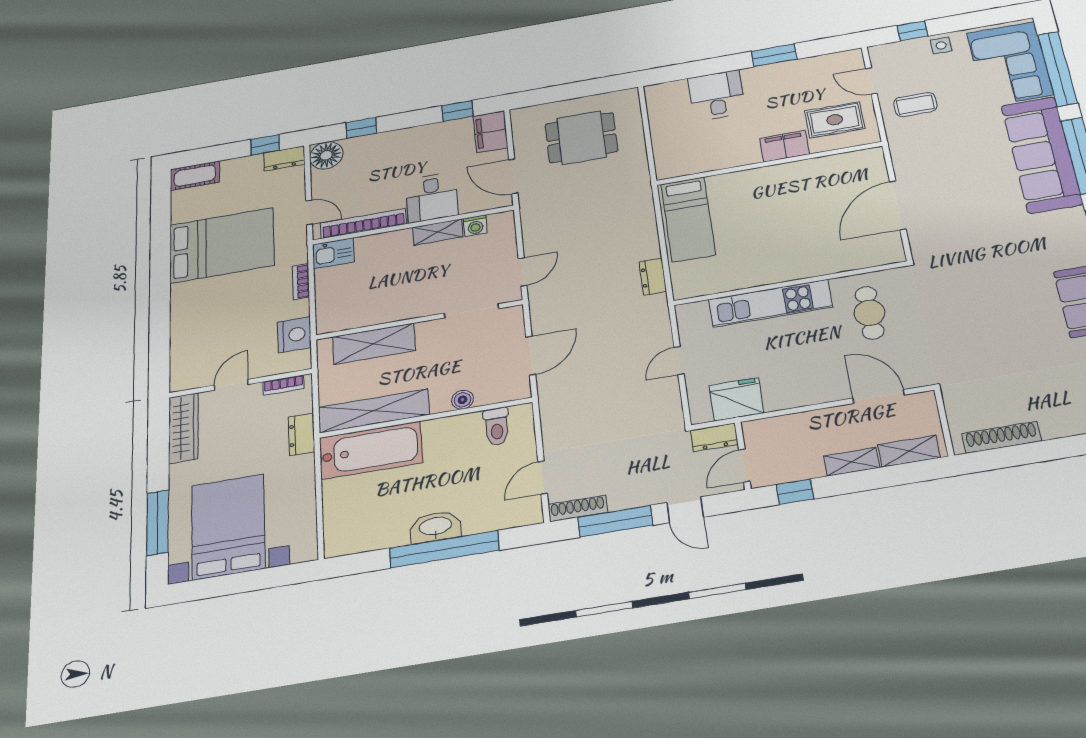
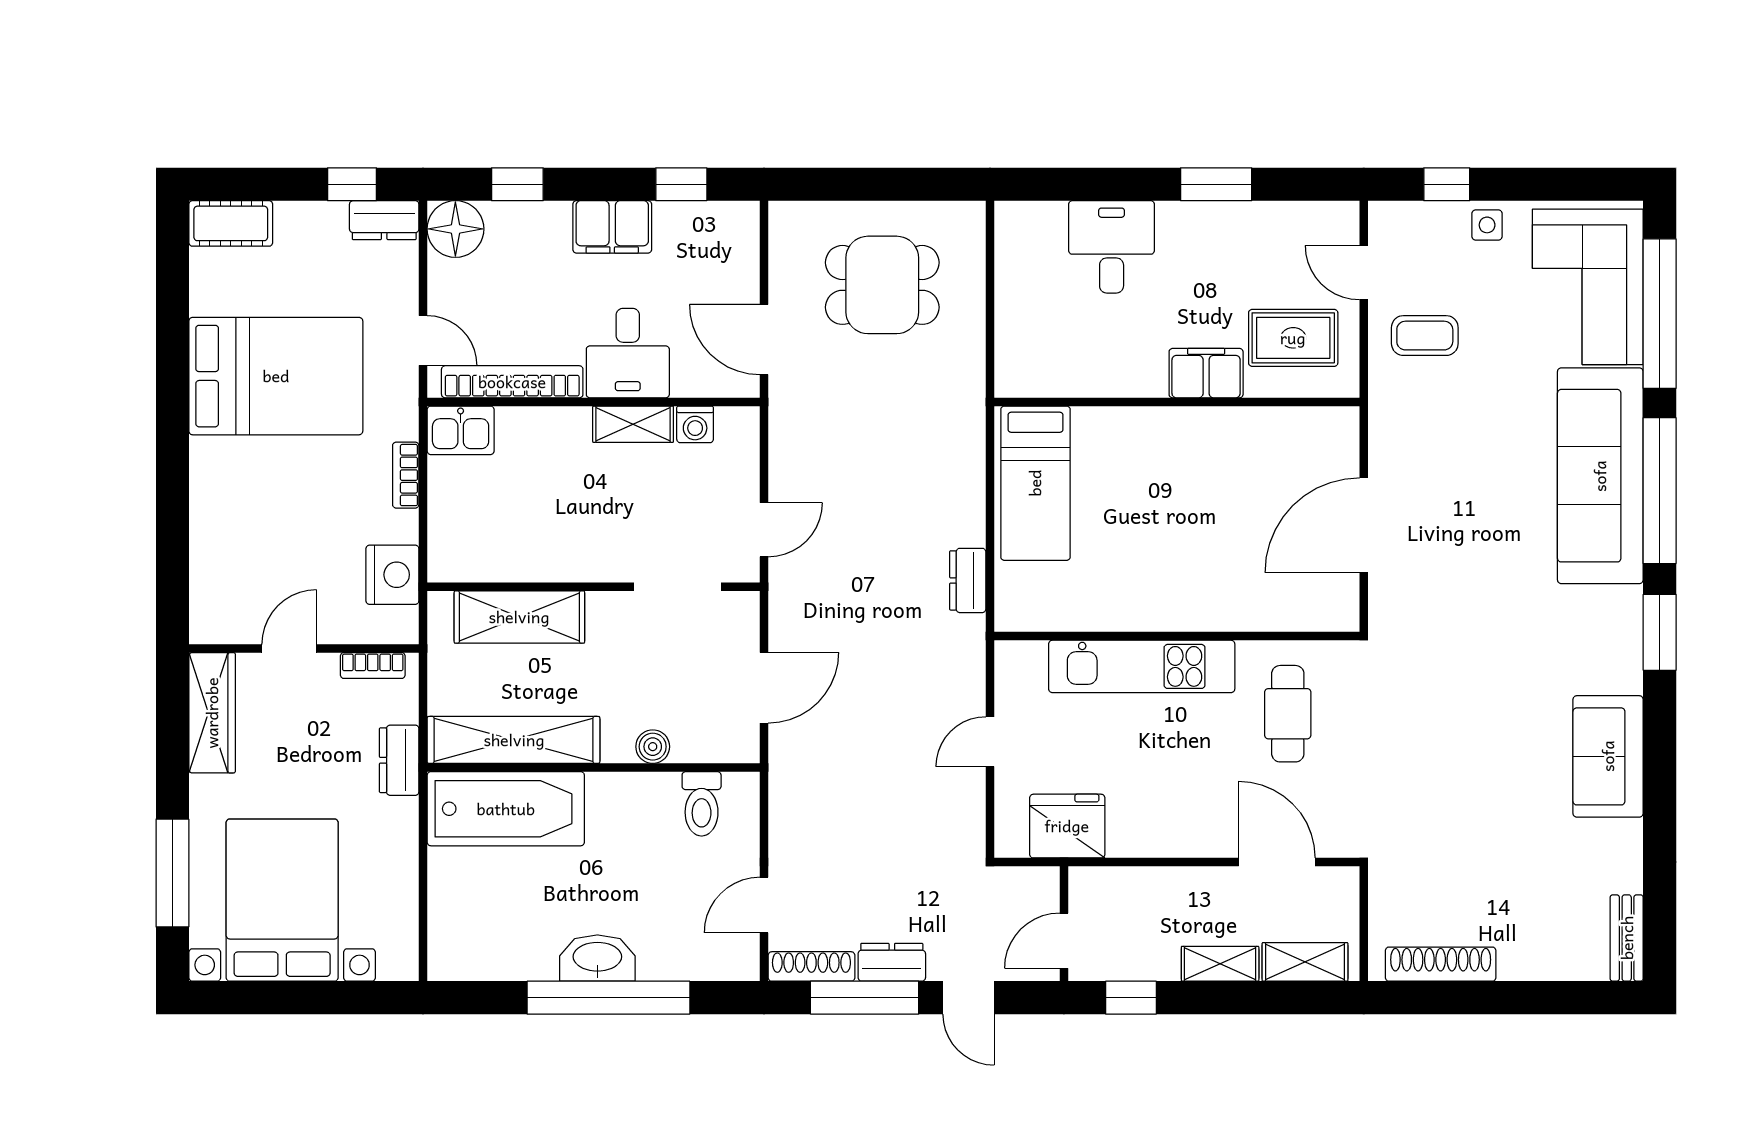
filing cabinet: (491, 132) -> (612, 227), moved, turned -90
dresser: (714, 437) -> (892, 962), moved, turned 180

